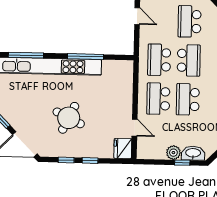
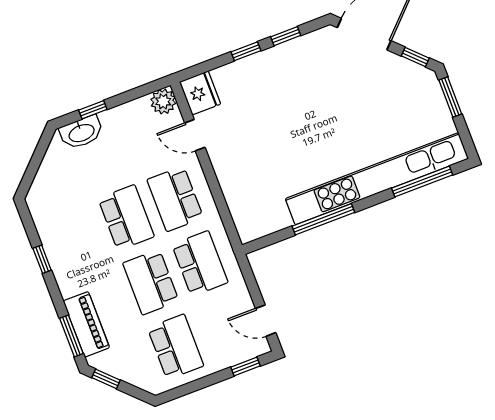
school desk: (158, 99) -> (175, 199), turned 180
round table: (69, 118) -> (310, 107), removed
plant: (173, 153) -> (163, 101), moved

